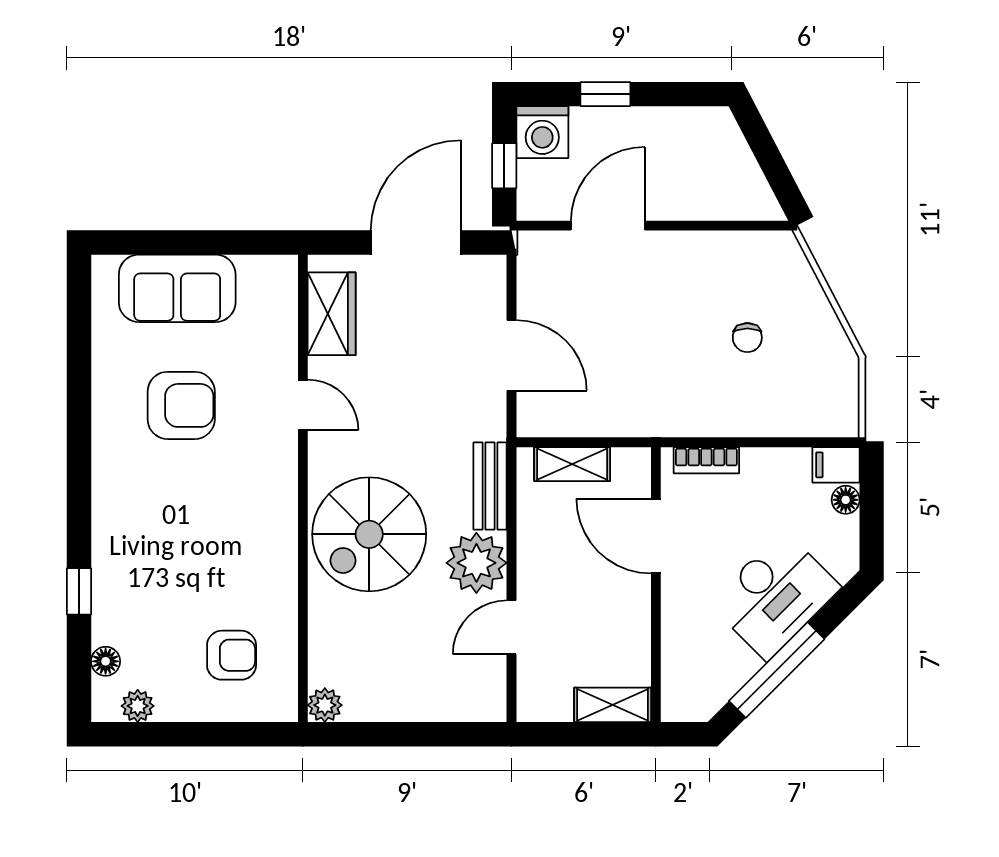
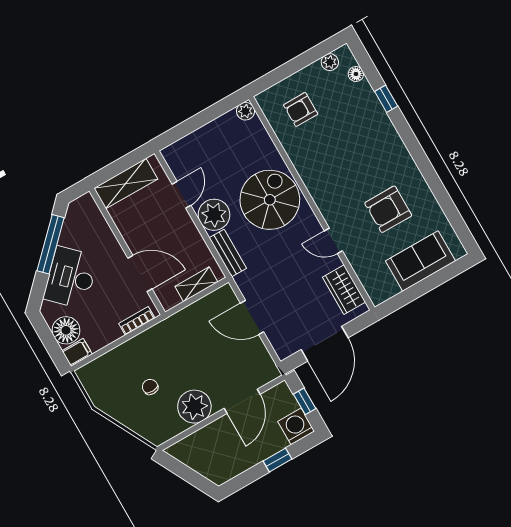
plant: (693, 262) -> (194, 407), added
floor lamp: (846, 500) -> (66, 330), width x1.89, depth x1.89
shelving: (613, 705) -> (126, 184), width x1.50, depth x1.33

